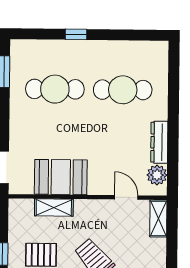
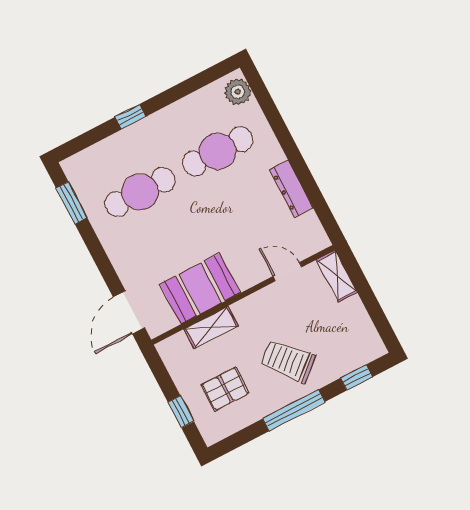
plant: (157, 175) -> (238, 92), moved

